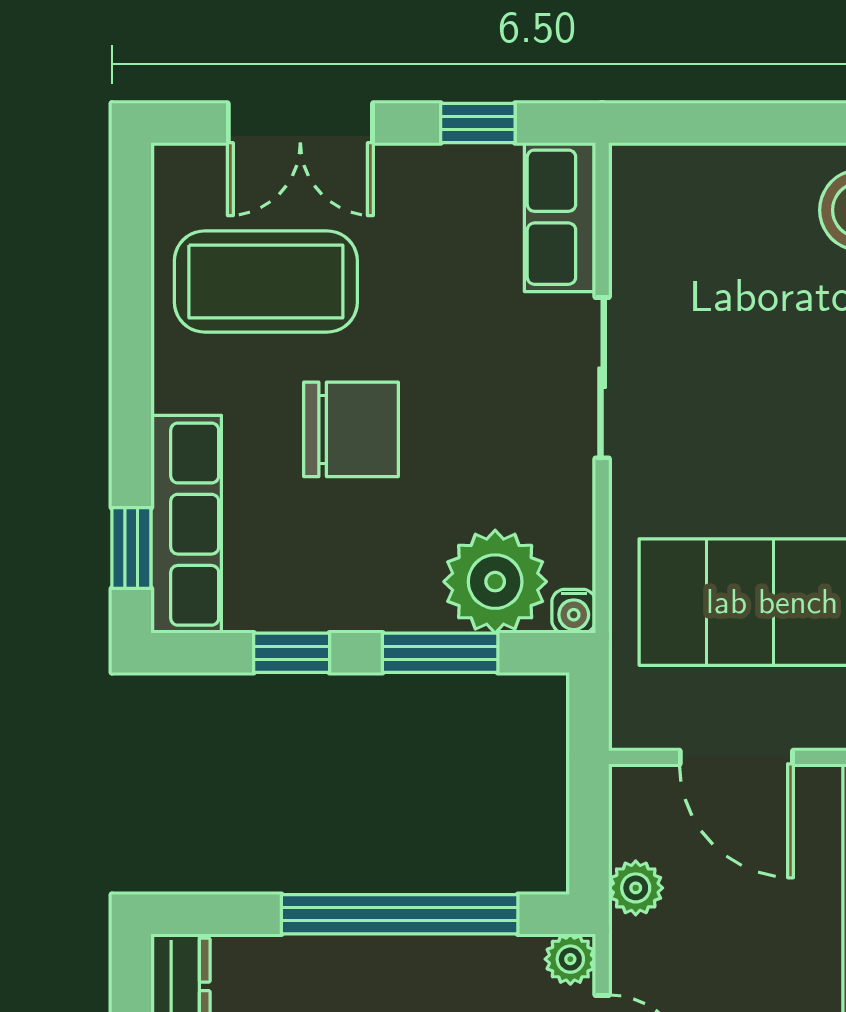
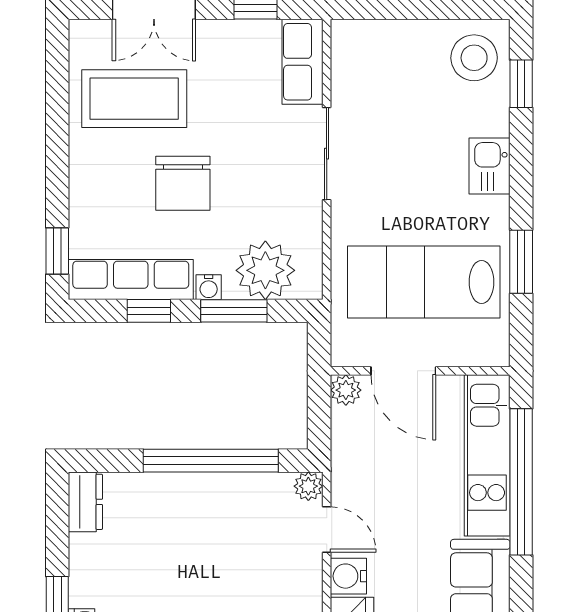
chair: (351, 429) -> (183, 183), turned 90
row of seats: (186, 524) -> (131, 280), moved, turned -90
water cooler: (574, 611) -> (209, 287), moved
plant: (636, 888) -> (346, 390), moved

